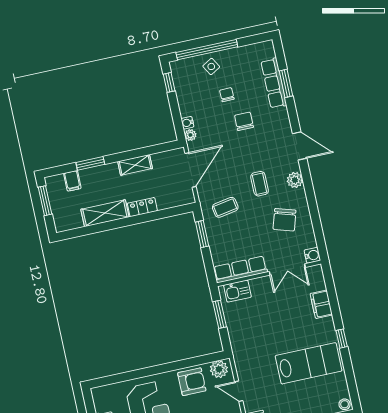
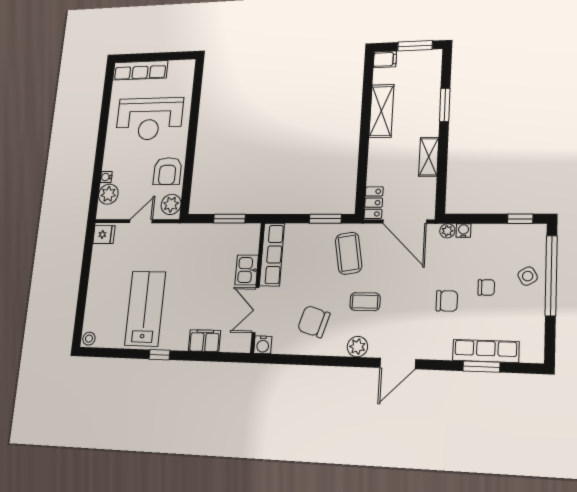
filing cabinet: (72, 181) -> (385, 59), moved, turned 180
locker: (142, 207) -> (374, 203), moved
coffee table: (225, 207) -> (349, 253), width x1.36, depth x1.30
kitchen sink: (237, 291) -> (247, 270), moved
lab bench: (309, 363) -> (145, 308), turned 180

